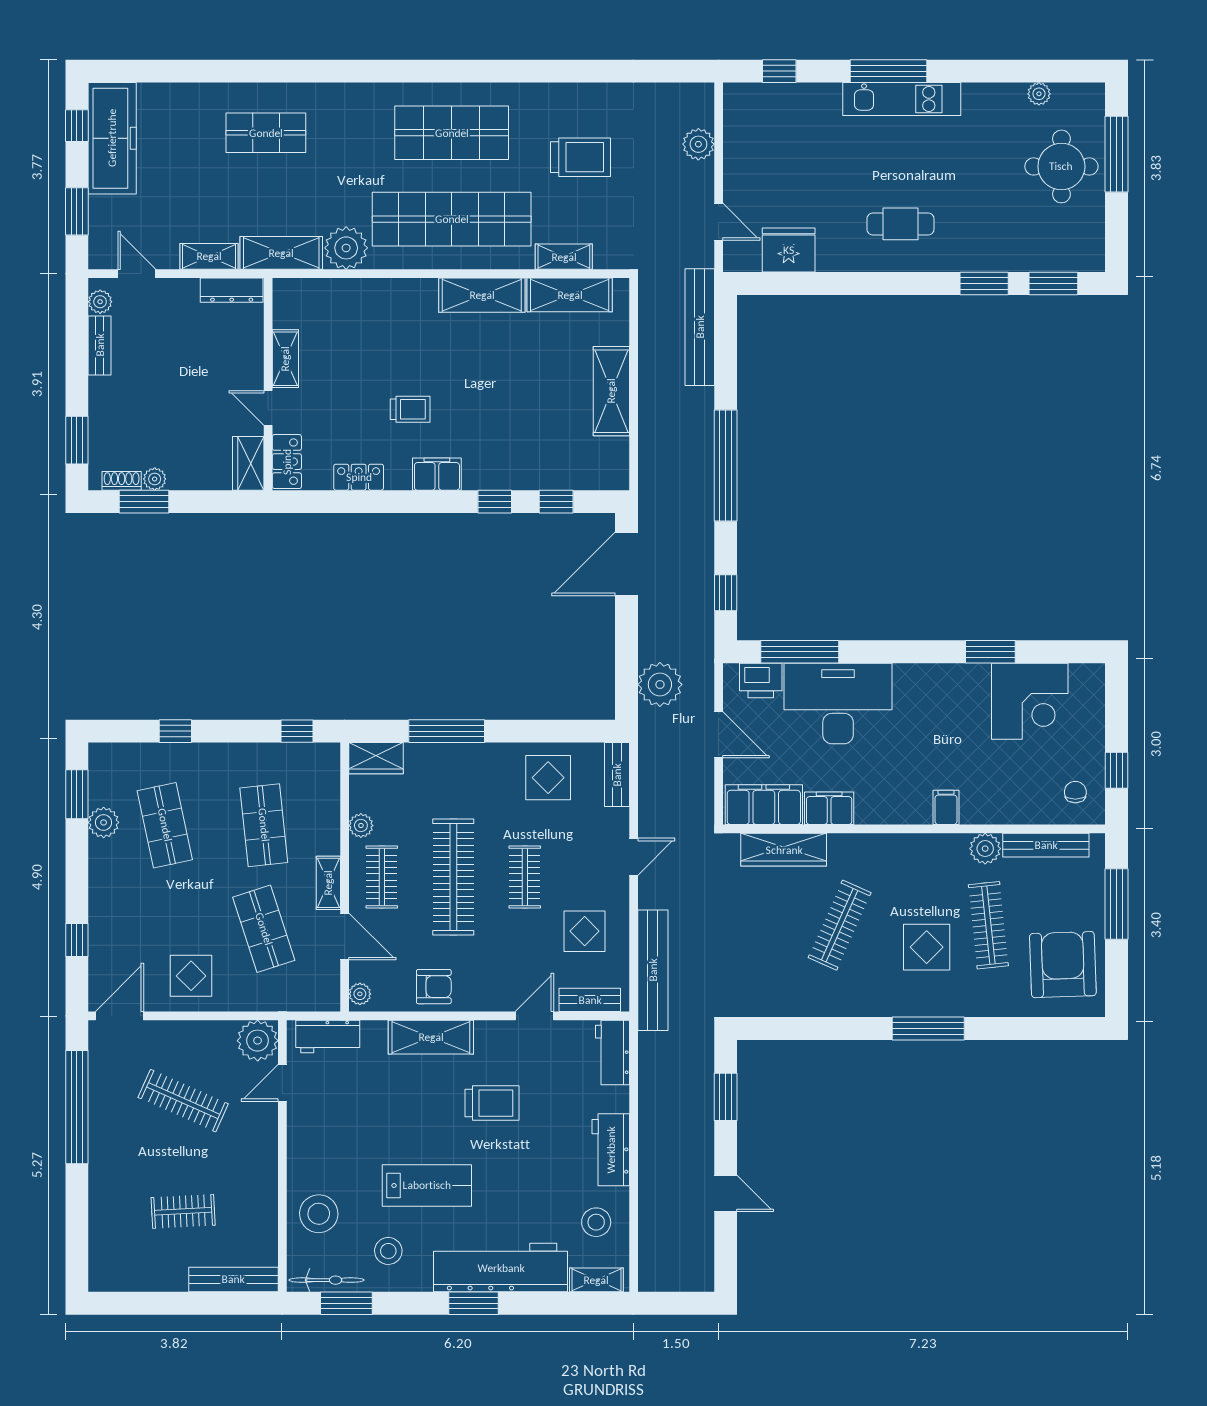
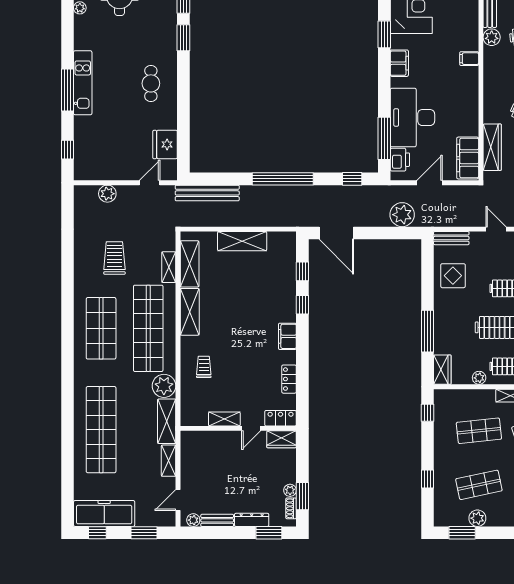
shop shelf: (266, 133) -> (101, 430), width x2.00, depth x1.36
dresser: (232, 290) -> (252, 520), moved, turned -90
trolley: (410, 409) -> (204, 367), moved
filing cabinet: (829, 808) -> (399, 63), moved, turned 180

